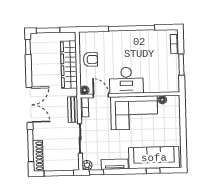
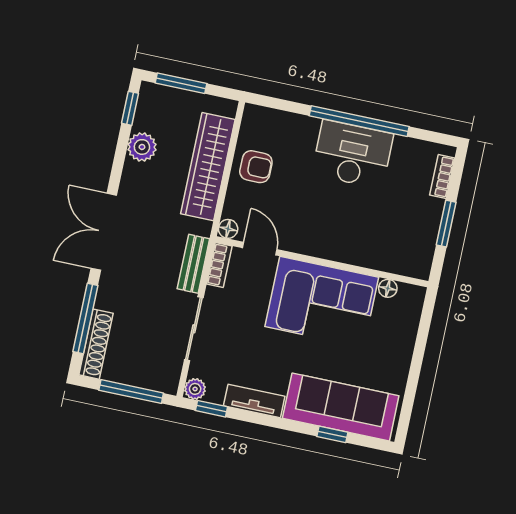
plant: (37, 63) -> (142, 147), added
desk: (126, 80) -> (352, 154), moved, turned 180
double door: (29, 105) -> (104, 232), swing flipped

